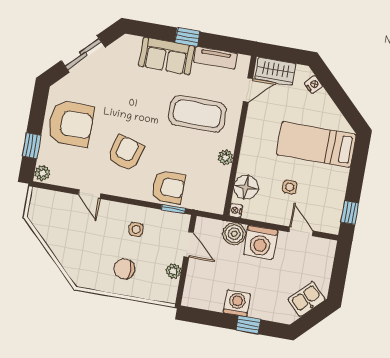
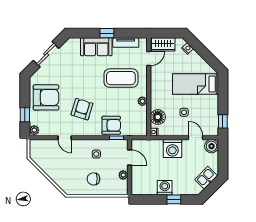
boiler: (234, 234) -> (212, 146), moved

